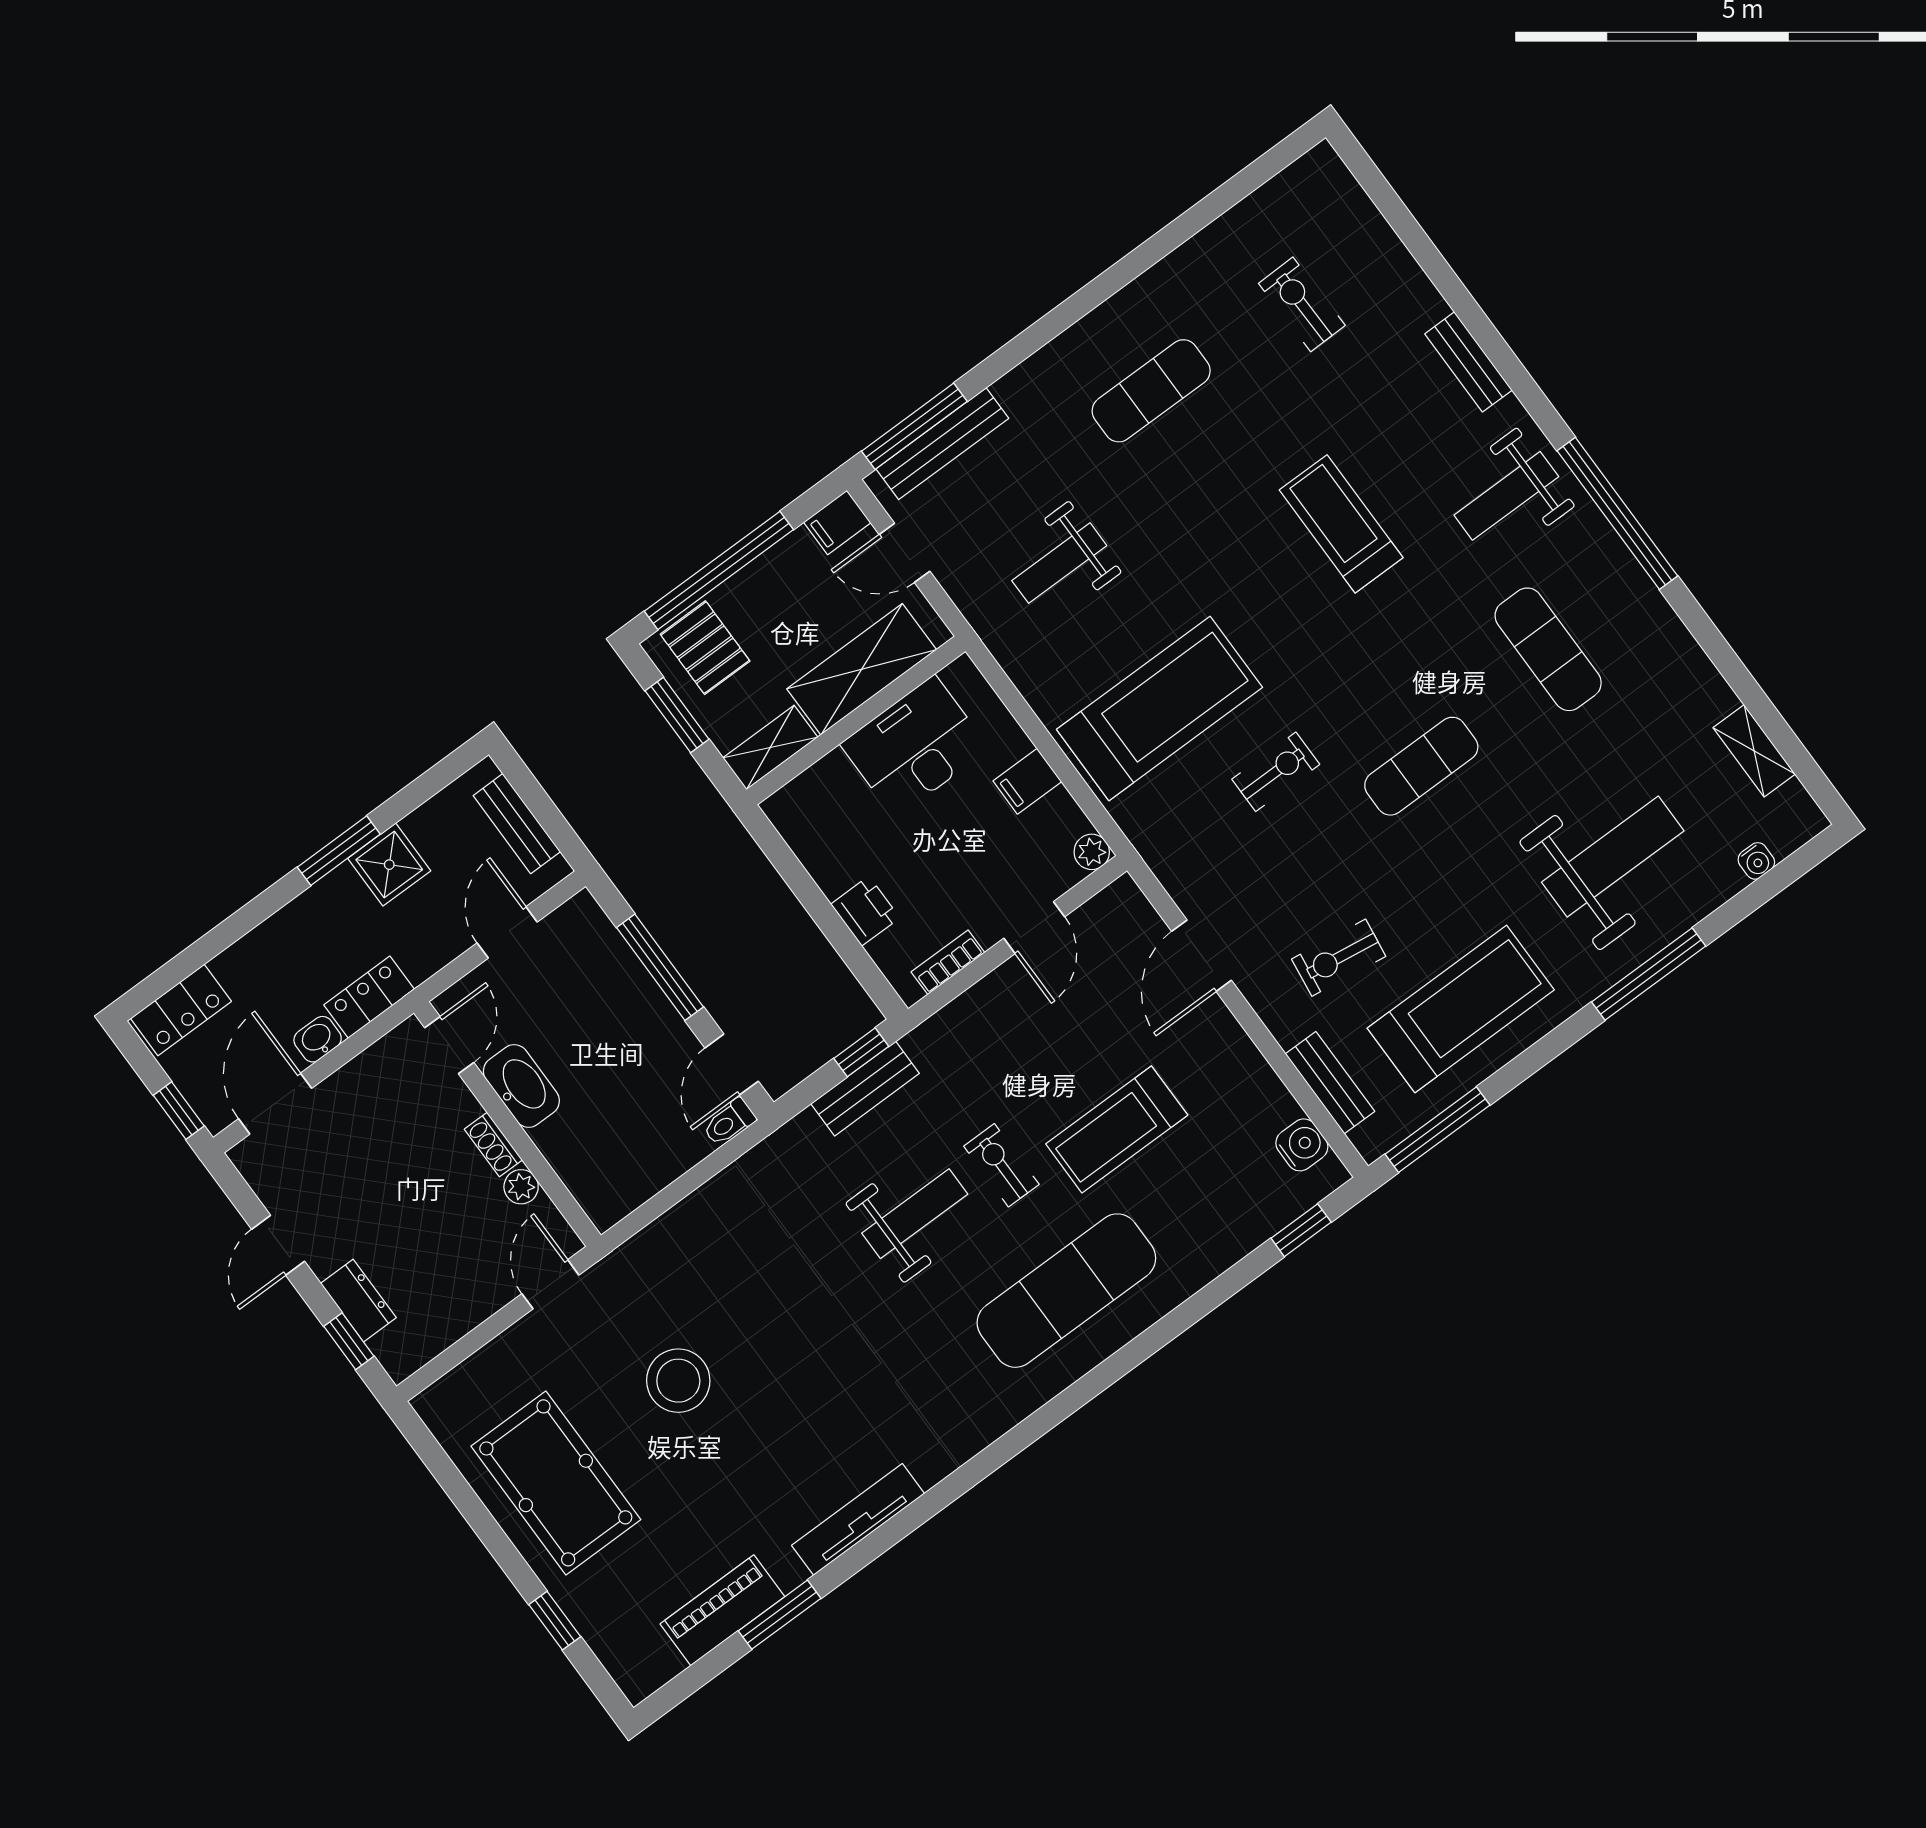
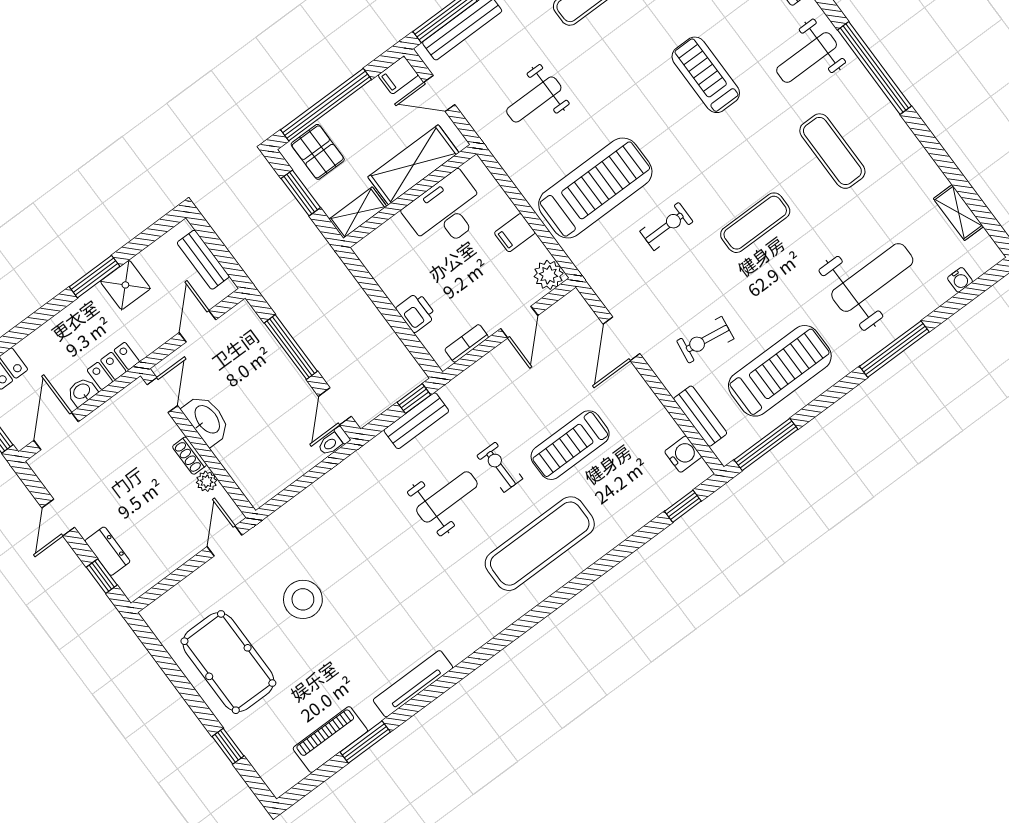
plant: (1092, 852) -> (549, 275), width x1.38, depth x1.38

